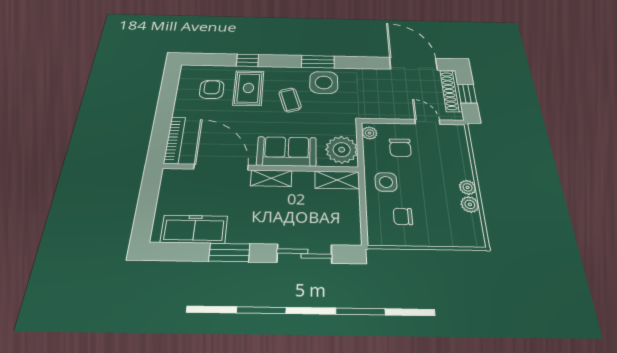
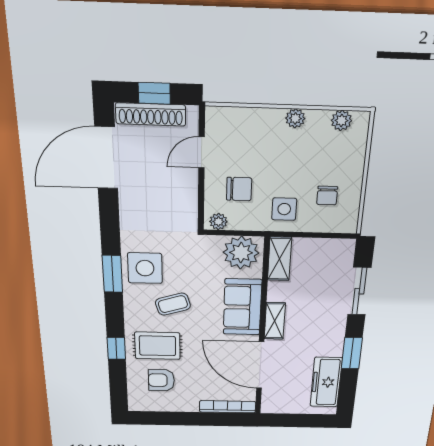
door: (221, 167) -> (260, 365), hinge flipped
plant: (470, 204) -> (341, 121), moved

